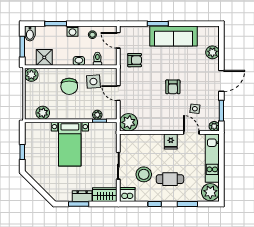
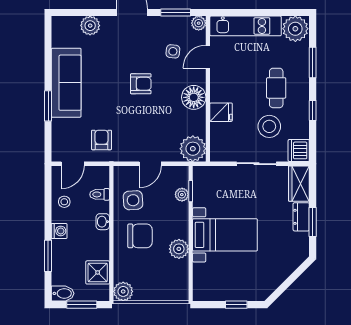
plant: (43, 113) -> (179, 249), moved
floor lamp: (164, 123) -> (194, 97), added
fridge: (171, 142) -> (221, 112), moved

